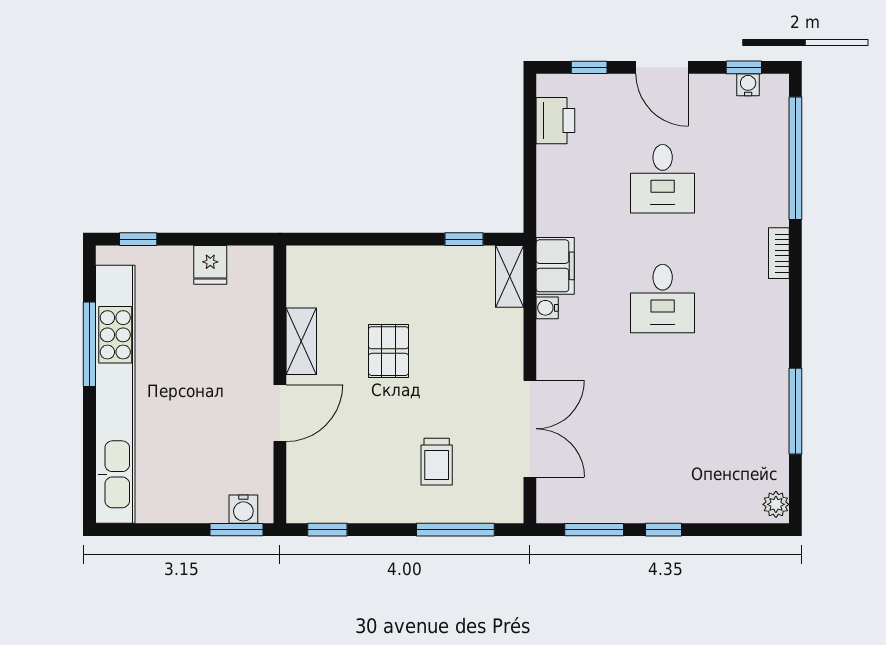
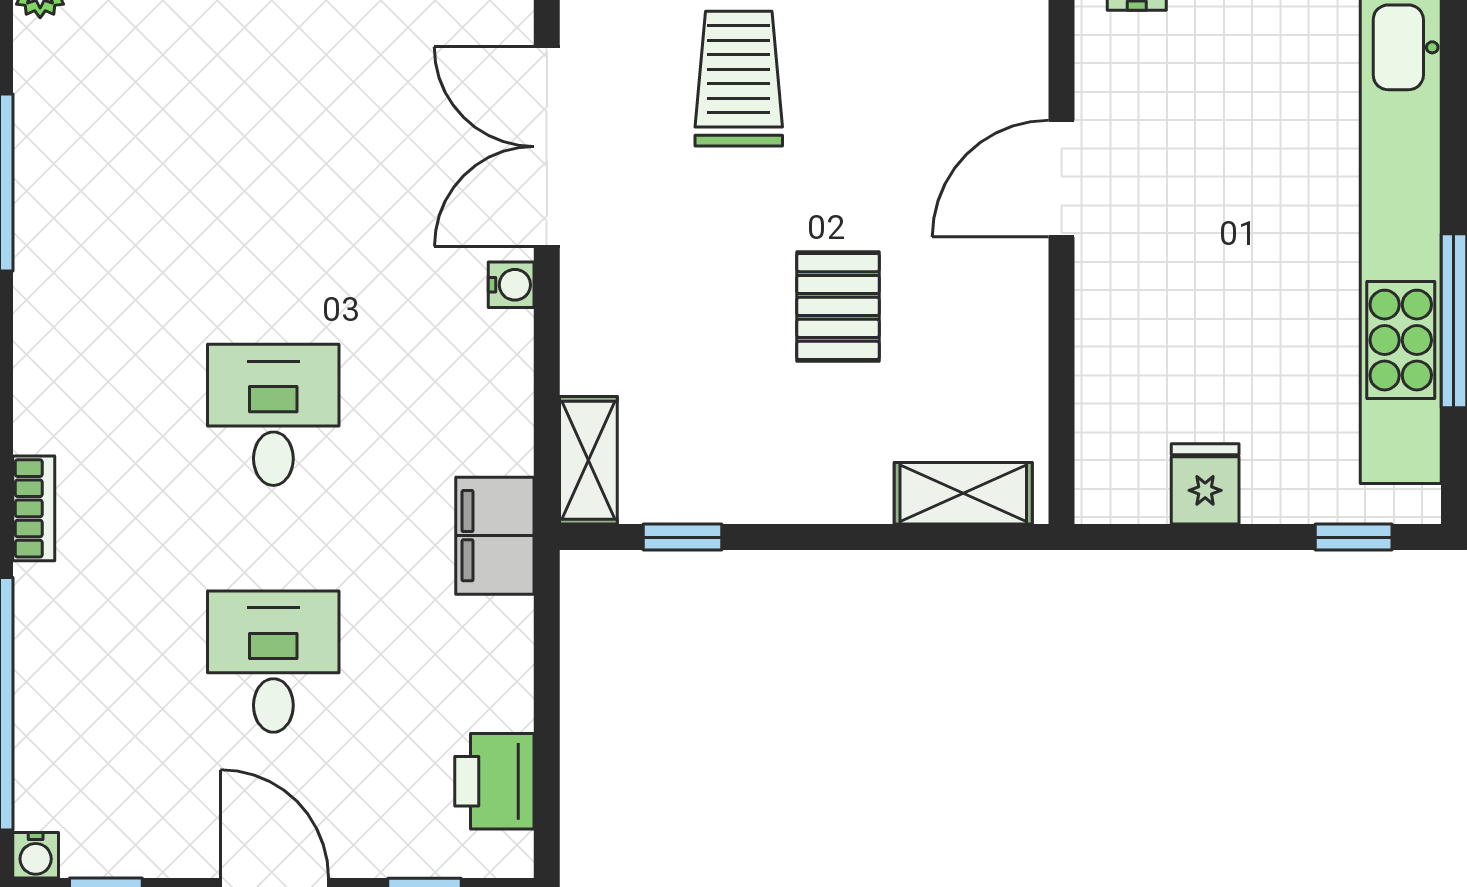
water cooler: (748, 85) -> (36, 855), moved
filing cabinet: (555, 266) -> (495, 536), moved
water cooler: (547, 308) -> (511, 285), moved
shelving: (301, 341) -> (963, 493), moved, turned 90
trolley: (437, 462) -> (739, 79), width x1.36, depth x1.39

